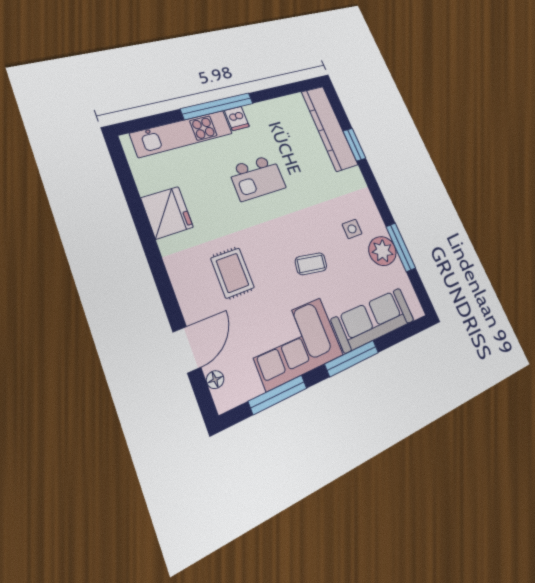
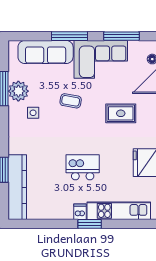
window: (217, 106) -> (90, 224), width x0.47
rug: (233, 273) -> (121, 113), turned 90

